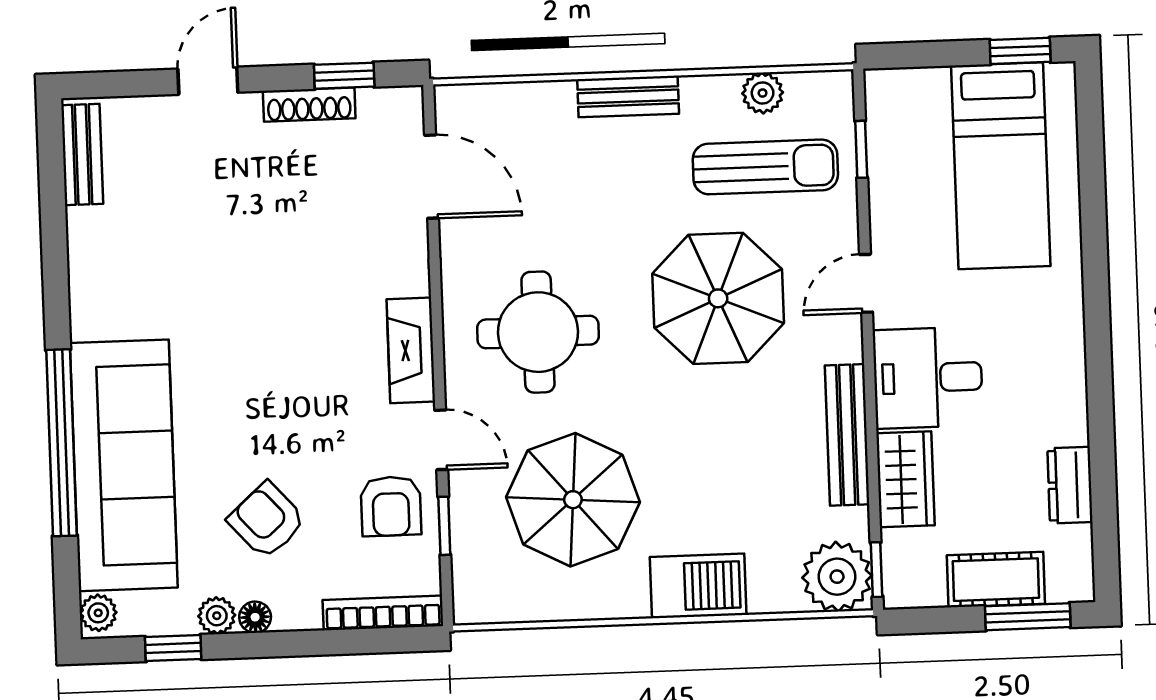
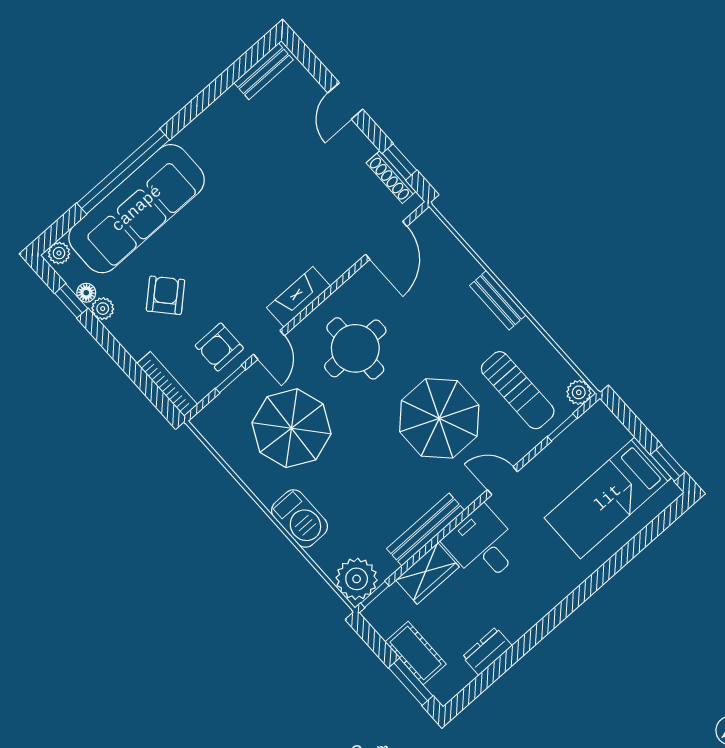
door: (208, 81) -> (345, 101), swing flipped
plant: (763, 93) -> (579, 392), moved
shoe rack: (309, 105) -> (391, 177), moved
floor lamp: (255, 617) -> (86, 293), moved

